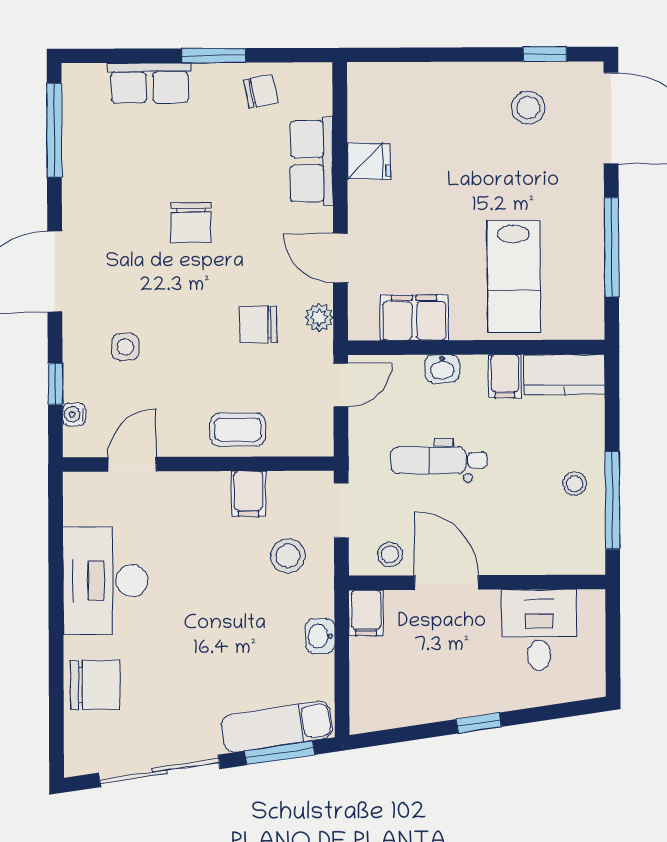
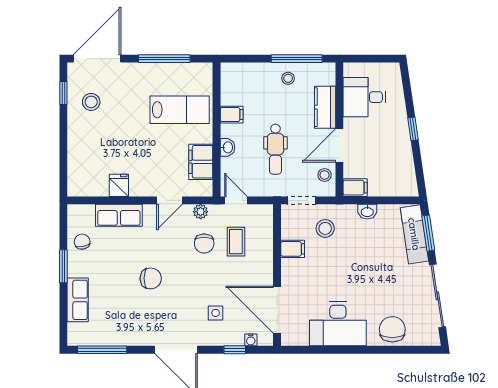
kitchen counter: (564, 374) -> (325, 107), moved, turned 180
coffee table: (238, 430) -> (236, 242), moved
door: (132, 464) -> (277, 310), width x1.88

